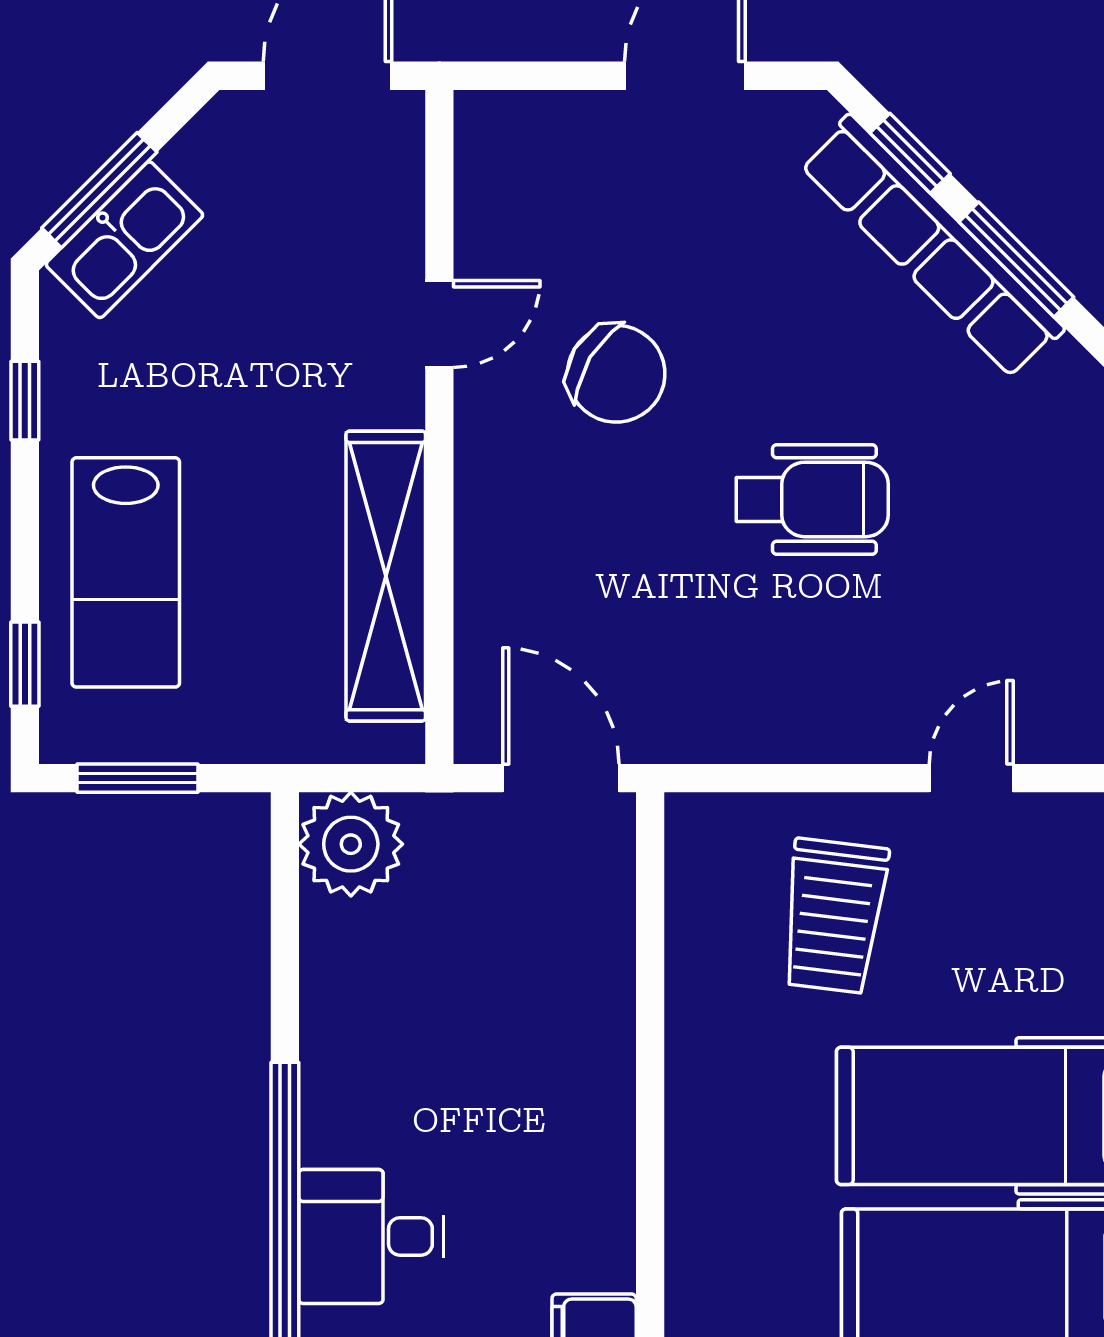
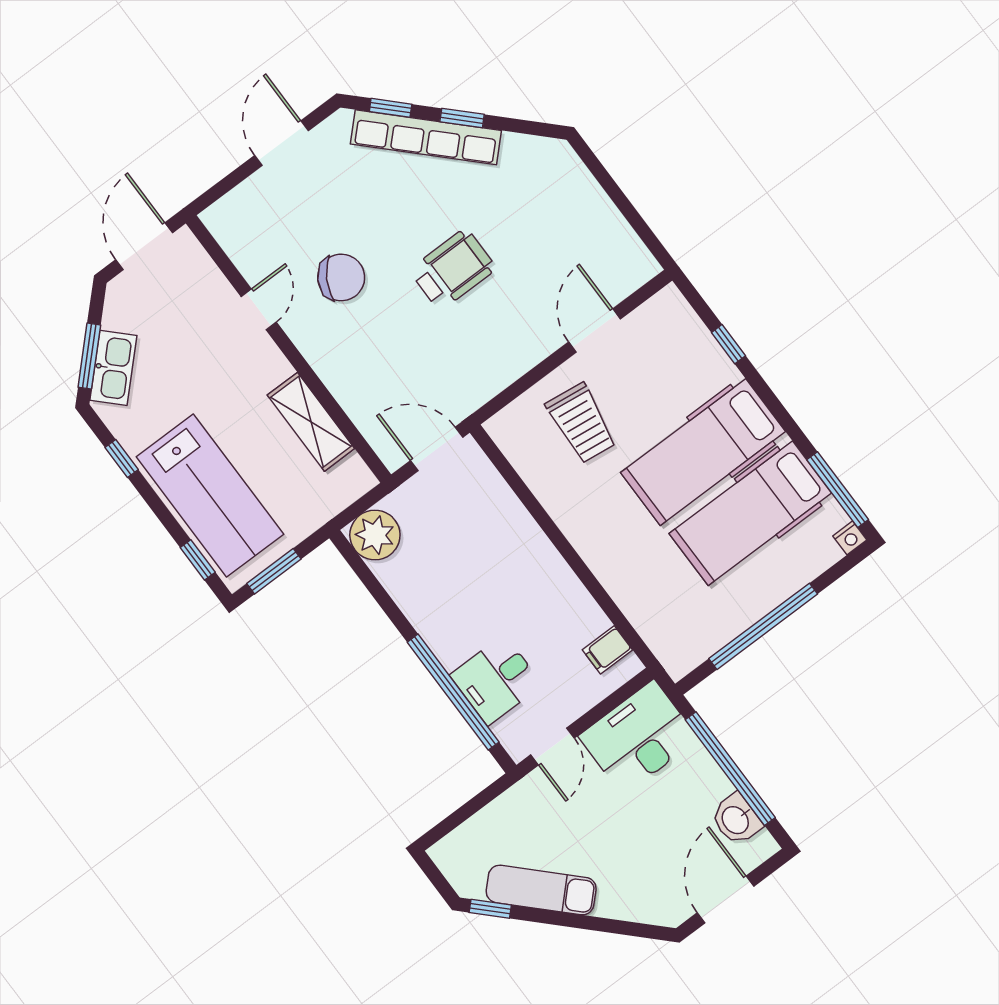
window: (1016, 259) -> (462, 118), width x0.67
lab bench: (126, 572) -> (210, 495), width x1.36, depth x1.39
shelving: (386, 576) -> (311, 422), width x0.68
door: (971, 778) -> (594, 330), width x1.38

